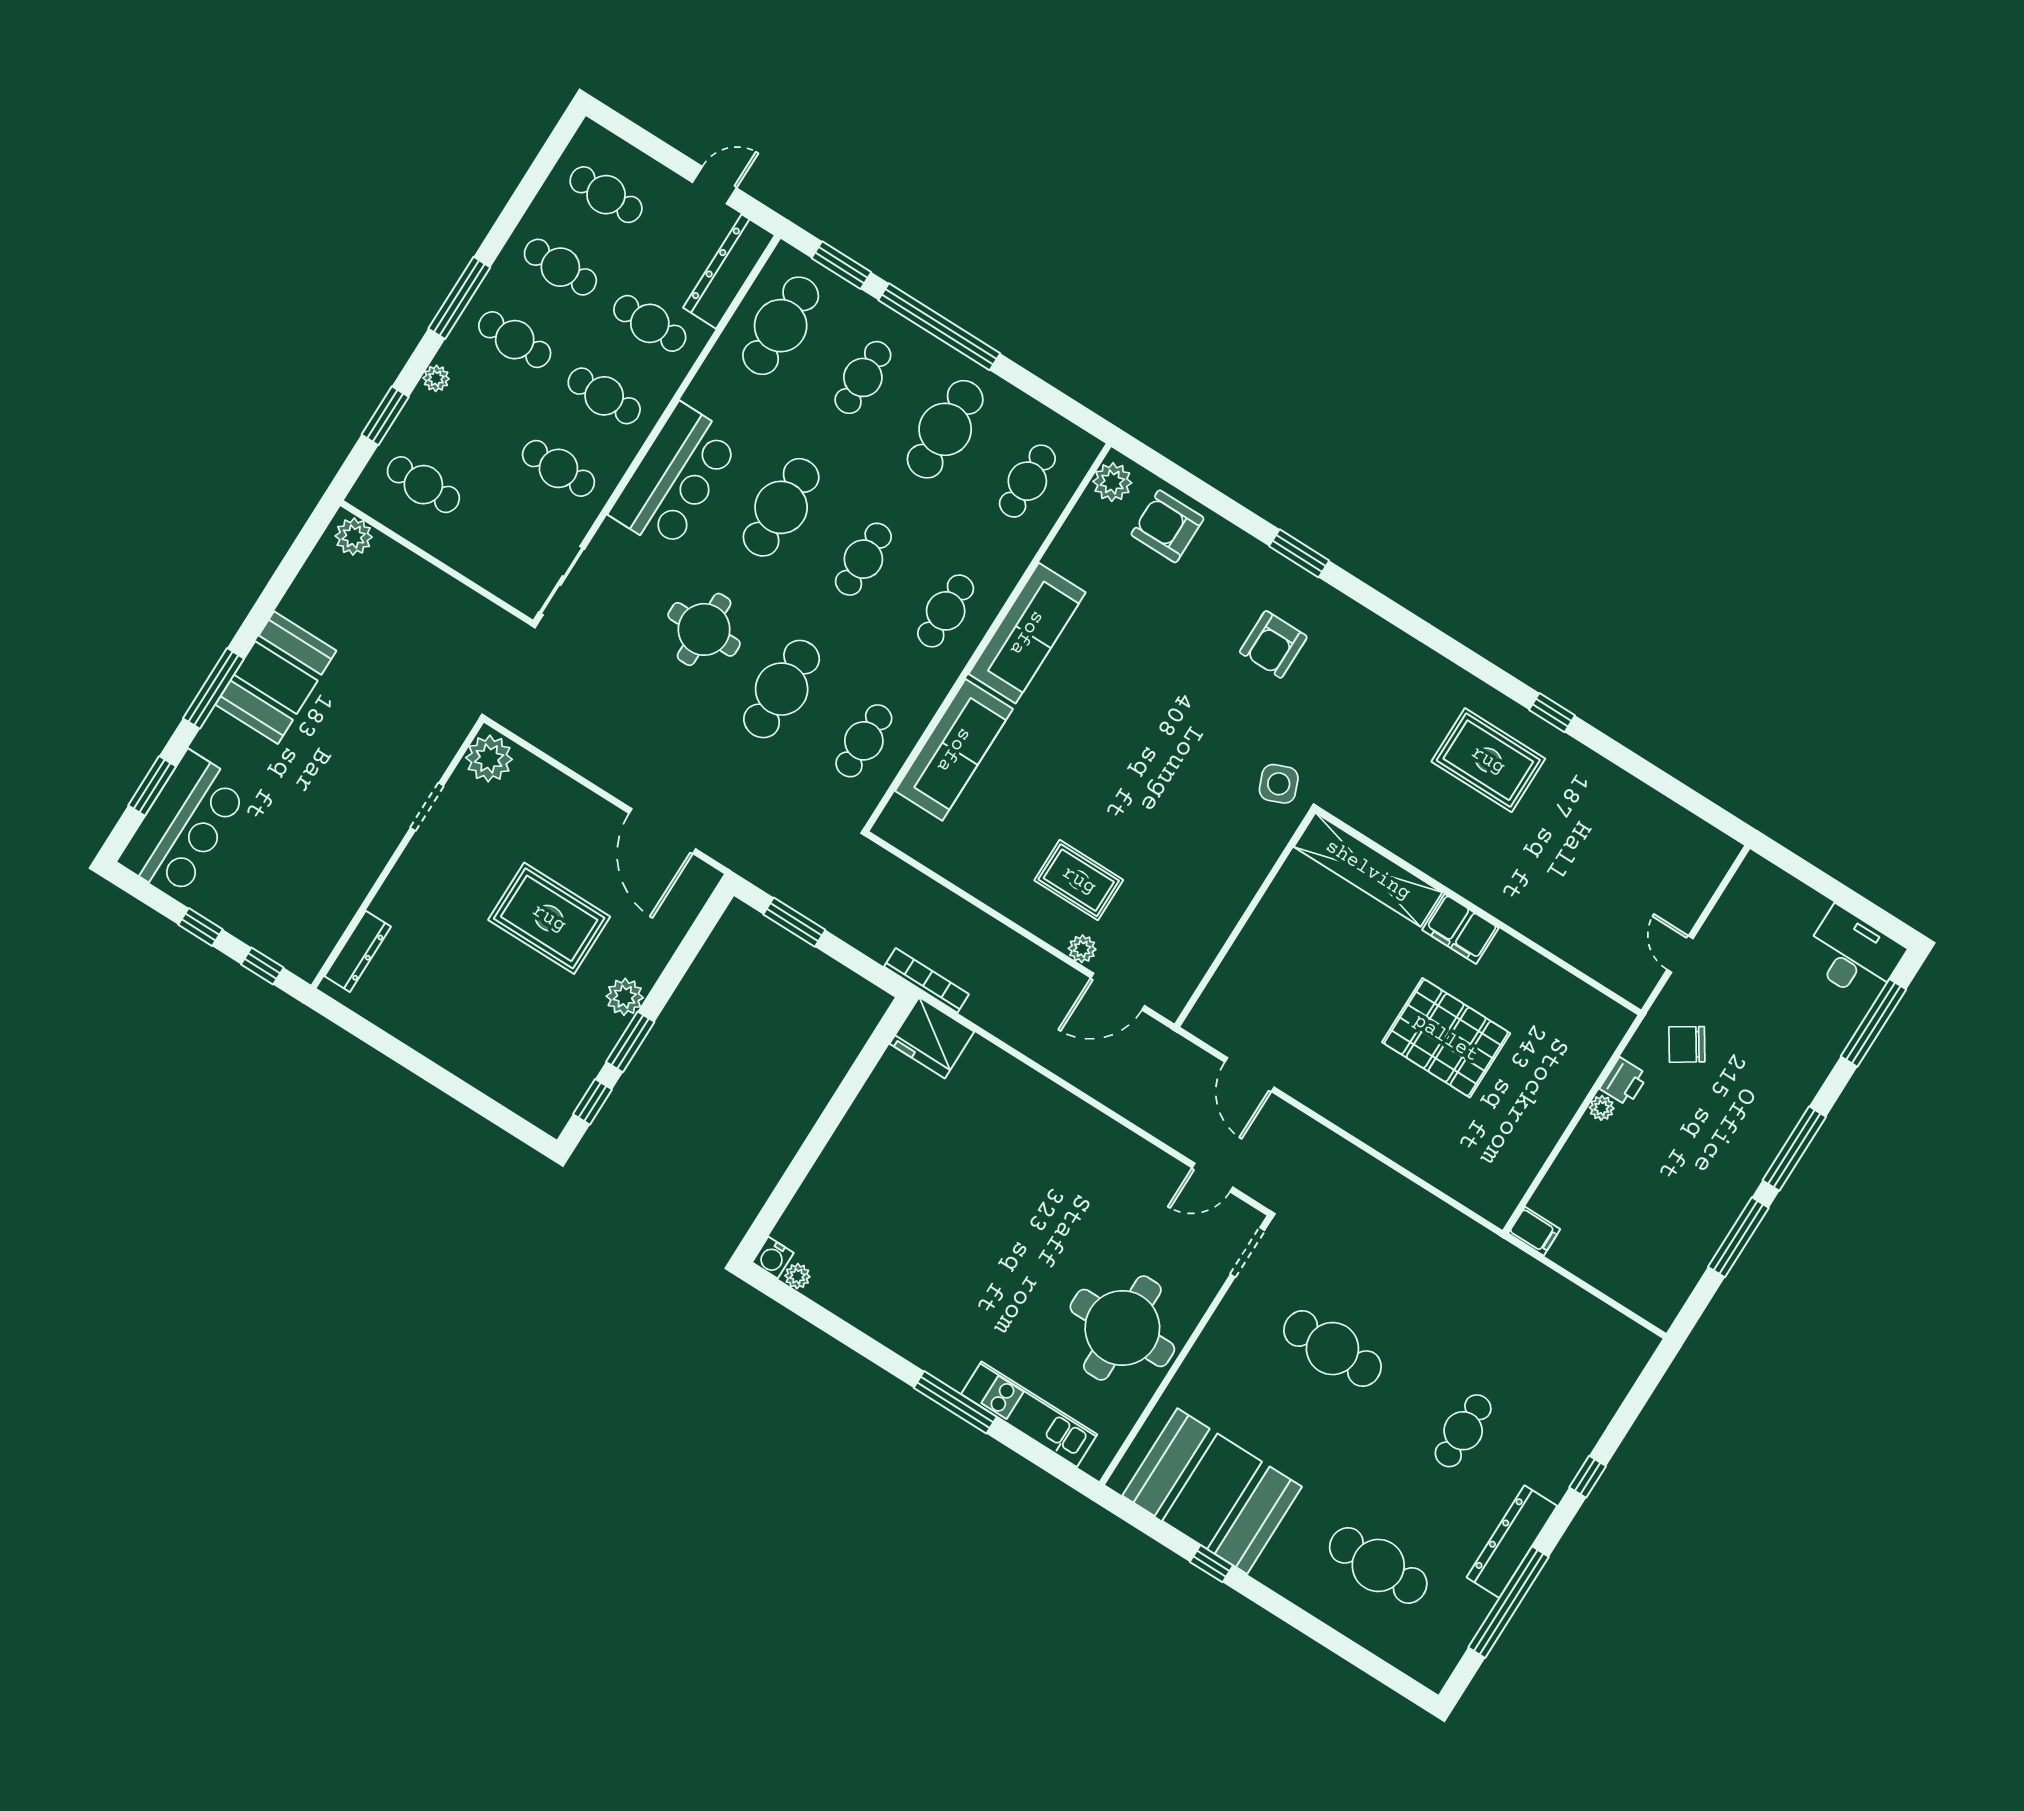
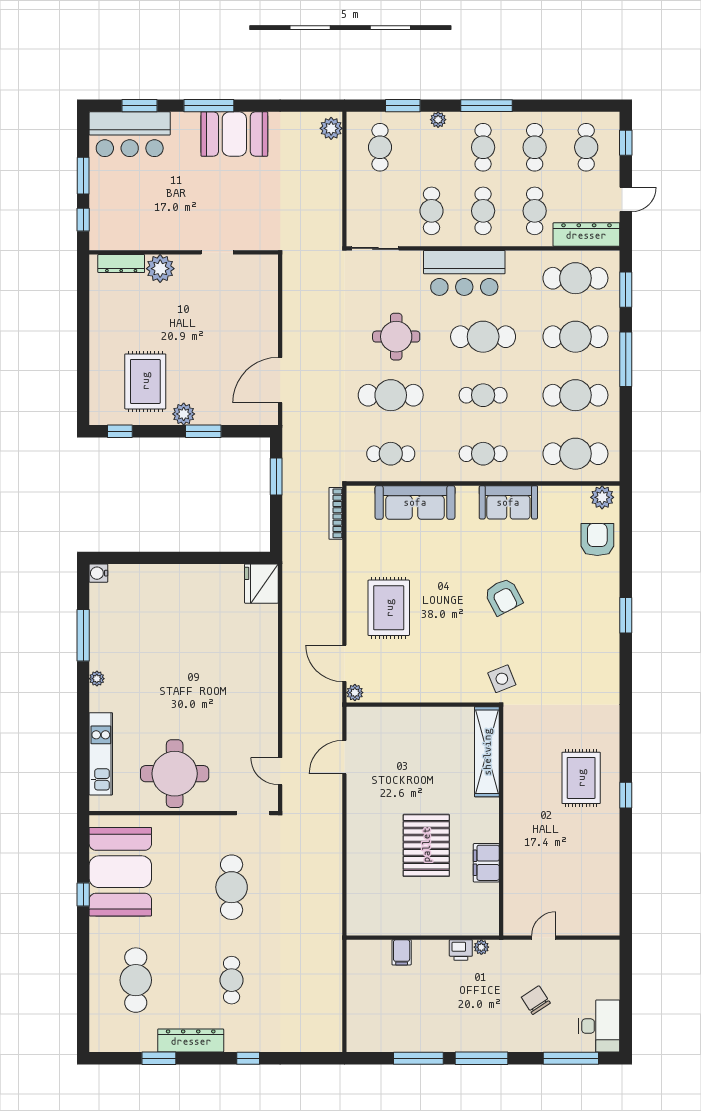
window: (635, 135) -> (626, 143), added
door: (714, 185) -> (626, 199), hinge flipped
window: (939, 327) -> (626, 359), width x0.68
cafe table: (863, 377) -> (575, 337), width x1.37, depth x1.35
cafe table: (1027, 481) -> (575, 454), width x1.37, depth x1.35
sofa: (1027, 633) -> (508, 502), width x0.73
armchair: (1273, 644) -> (503, 597), moved, turned -118
plant: (489, 759) -> (160, 269), moved
rug: (1079, 880) -> (389, 608), width x1.36, depth x1.43
rug: (549, 918) -> (145, 381), moved
window: (200, 927) -> (83, 176), width x1.50
filing cabinet: (1460, 929) -> (486, 863), moved
plant: (1082, 949) -> (355, 693), moved
bookcase: (926, 980) -> (336, 513), moved, turned 180
window: (630, 1042) -> (203, 431), moved
chair: (1687, 1044) -> (536, 1000), moved
plant: (1602, 1108) -> (481, 947), moved
filing cabinet: (1534, 1231) -> (402, 952), moved
plant: (797, 1276) -> (97, 679), moved
window: (955, 1402) -> (83, 635), moved
cafe table: (1463, 1431) -> (232, 980), turned 90
window: (1509, 1602) -> (159, 1058), width x0.47

